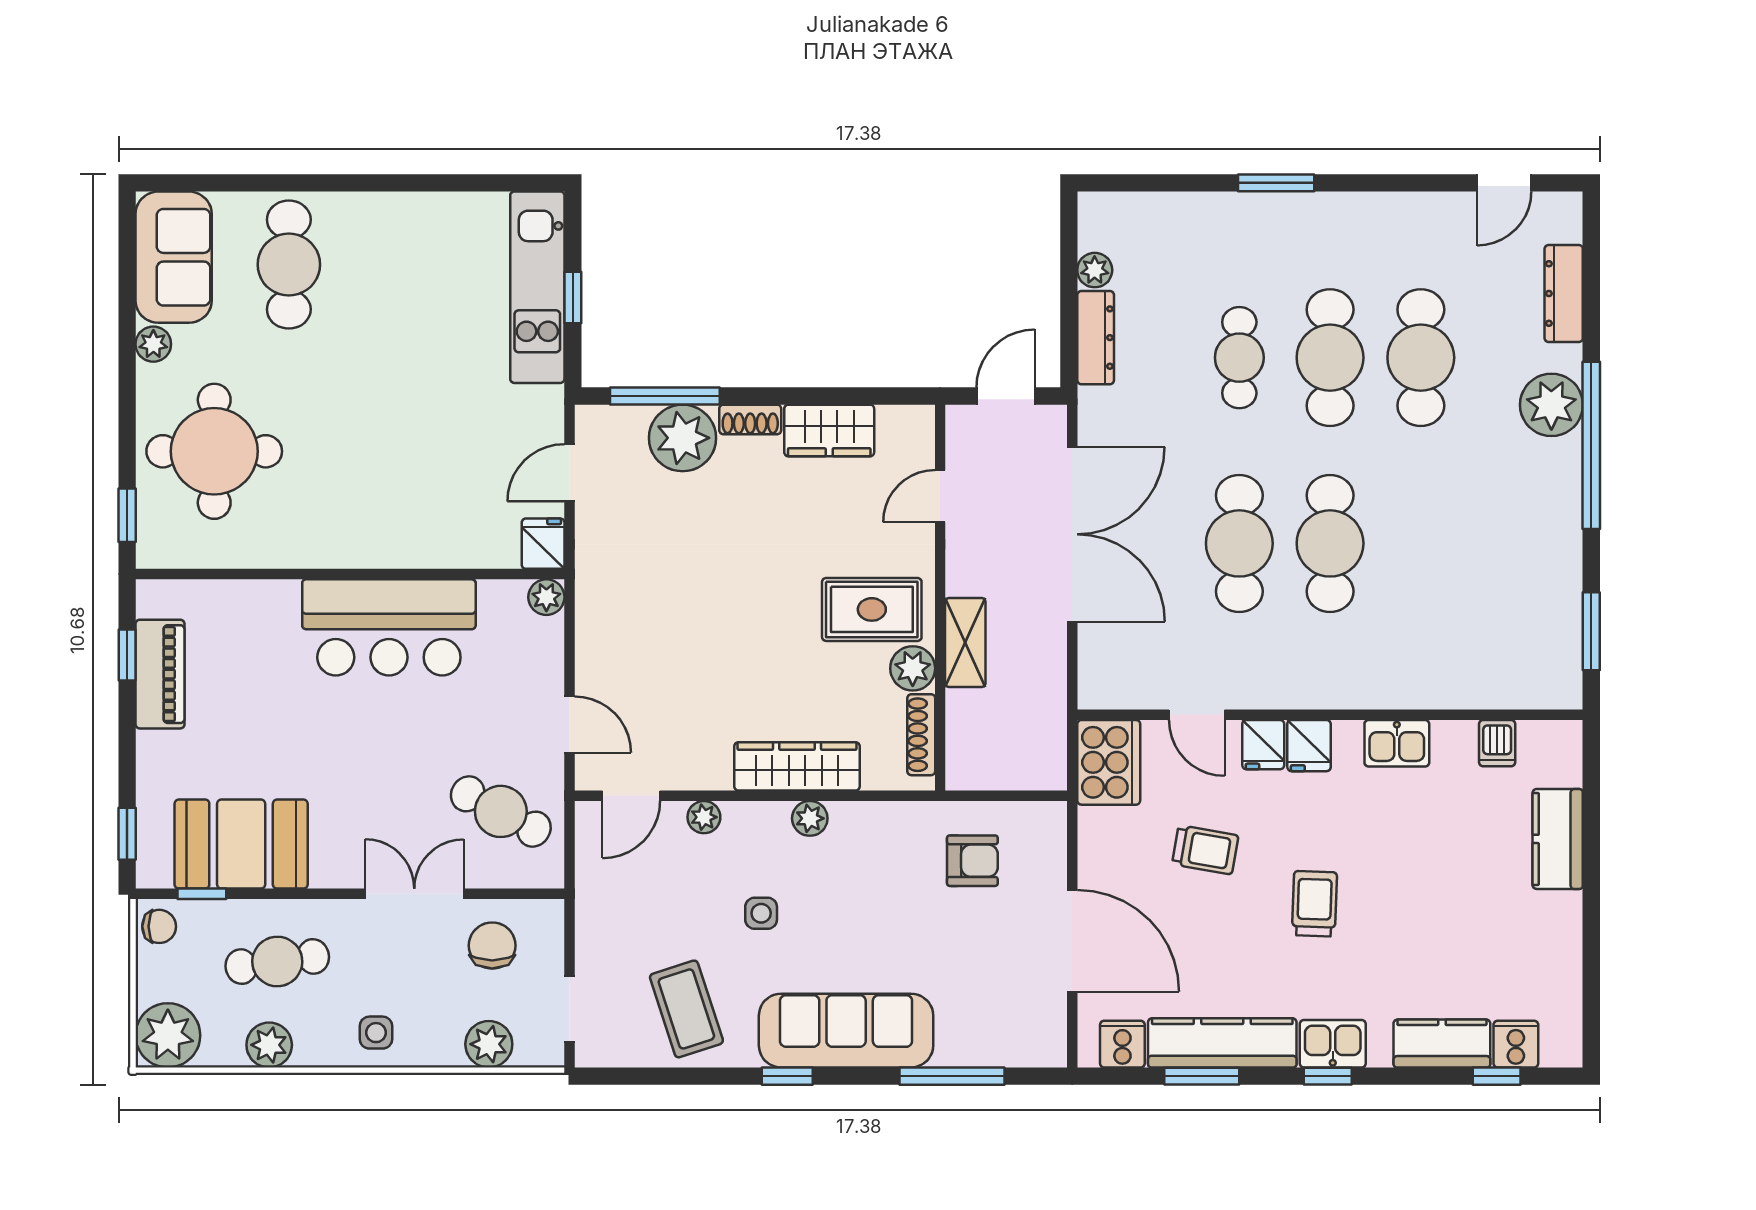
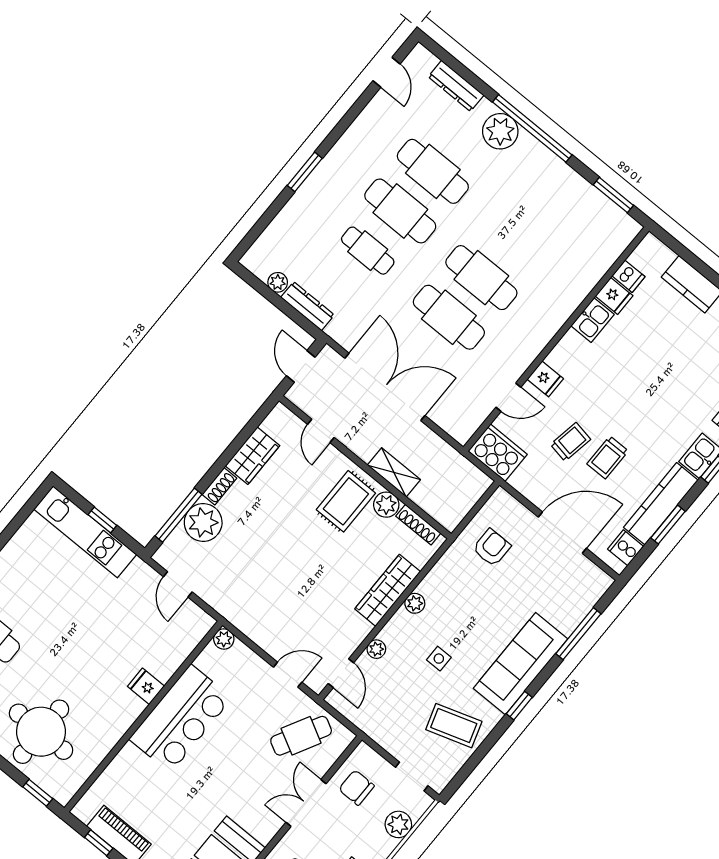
fridge: (543, 544) -> (146, 686), moved
fridge: (1309, 746) -> (614, 296), moved
trolley: (1314, 904) -> (608, 457), moved, turned -92

